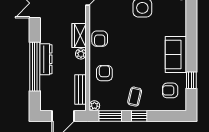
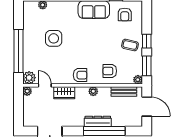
wardrobe: (79, 36) -> (64, 93), moved

